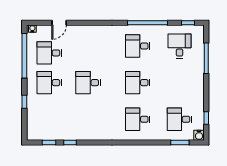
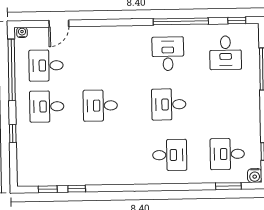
desk: (138, 46) -> (168, 54), turned 90
desk: (179, 46) -> (226, 53), turned 180
desk: (138, 119) -> (170, 155), turned 180

